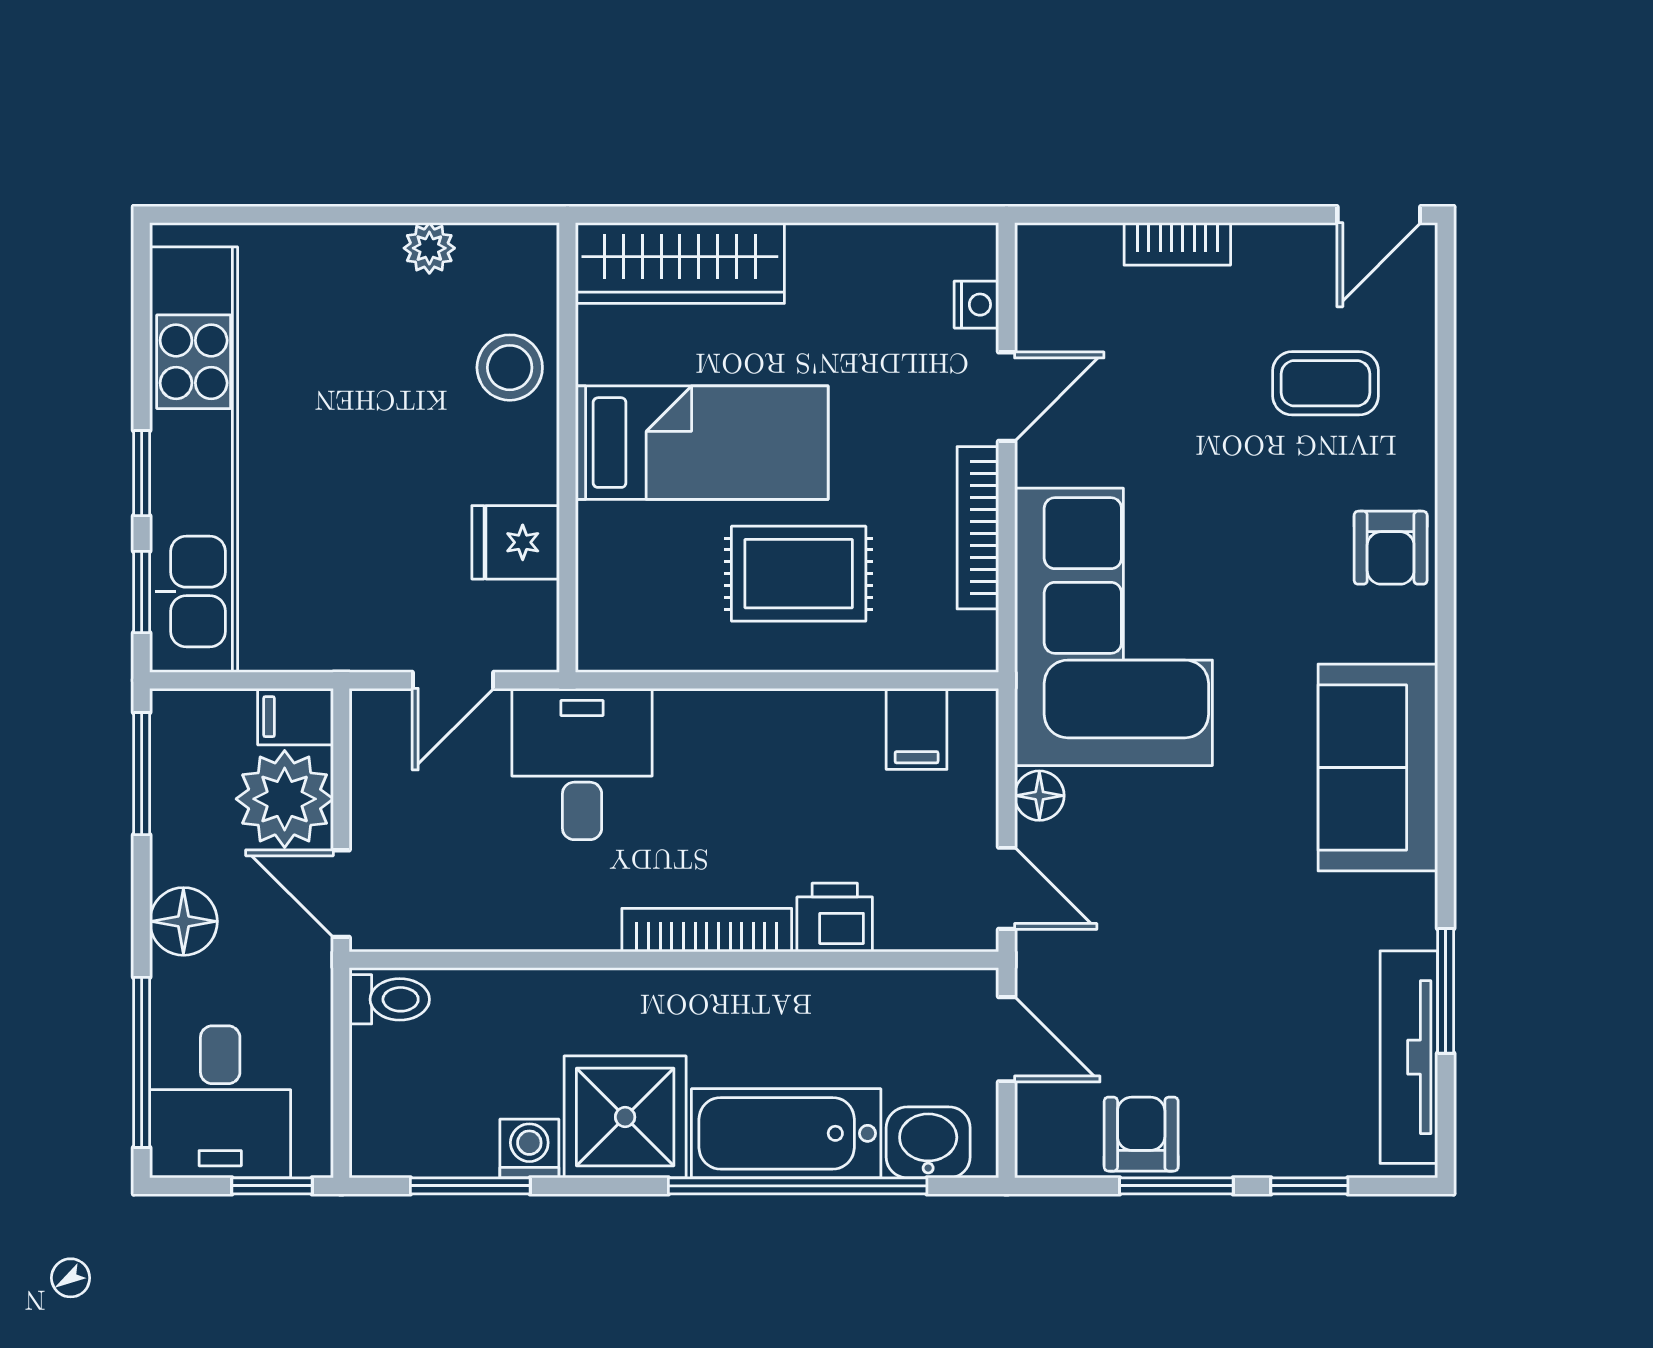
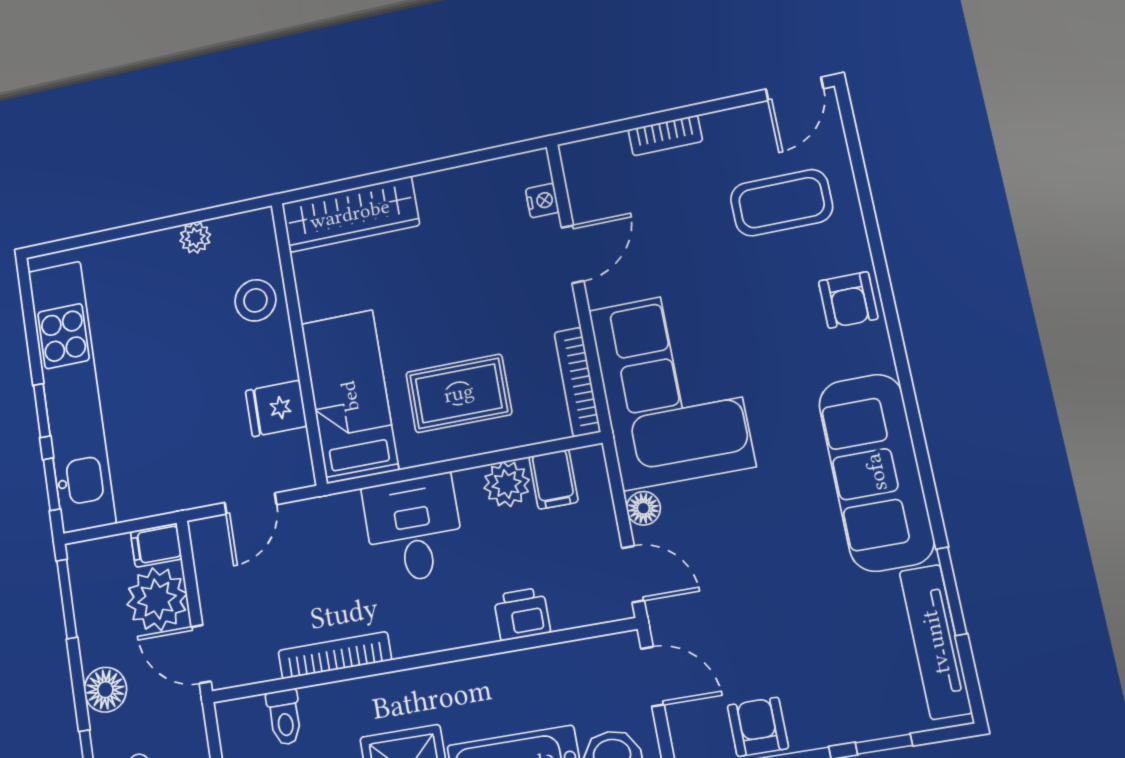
coffee table: (1326, 383) -> (782, 203), width x1.36, depth x1.30
bed: (702, 443) -> (350, 396), moved, turned -90
bookcase: (978, 528) -> (577, 382), moved
plant: (846, 723) -> (507, 484), added
desk: (582, 764) -> (414, 529), moved
sofa: (1378, 768) -> (876, 472), width x1.36
bookcase: (707, 930) -> (335, 655), moved
toilet: (389, 999) -> (285, 717), moved, turned 90

